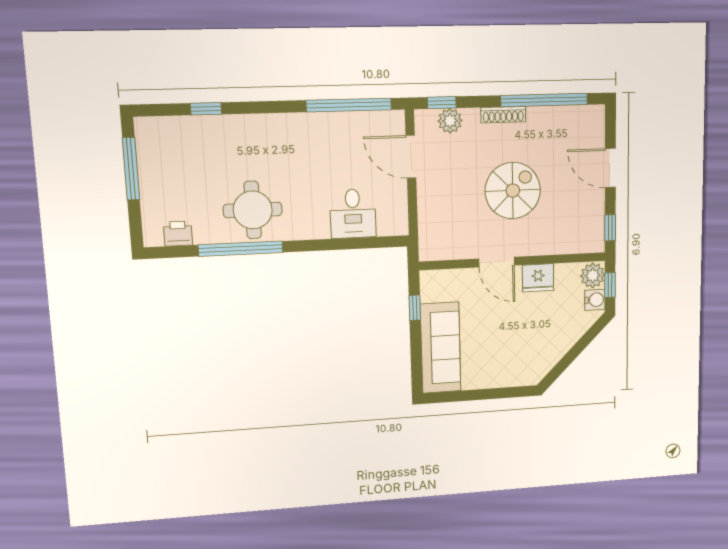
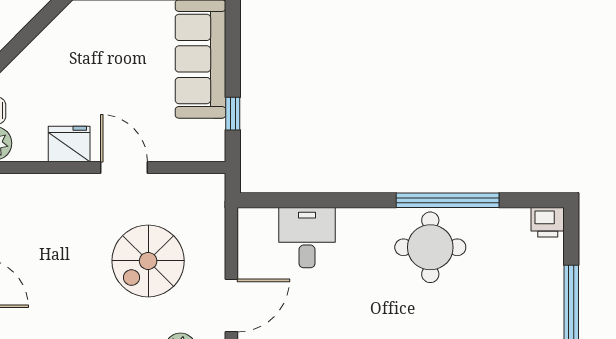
door: (411, 157) -> (231, 306), hinge flipped
spiral stairs: (513, 191) -> (148, 261), moved
printer: (178, 234) -> (548, 222), moved

